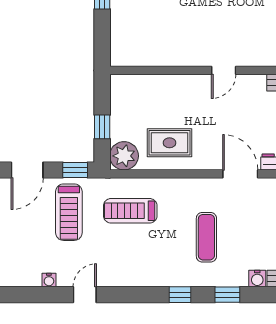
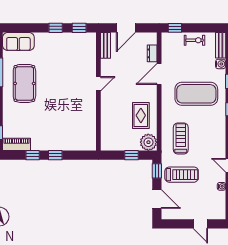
door: (224, 70) -> (98, 84), hinge flipped
treadmill: (130, 211) -> (181, 139), turned 180
exercise mat: (206, 237) -> (196, 94), width x2.00, depth x1.45

